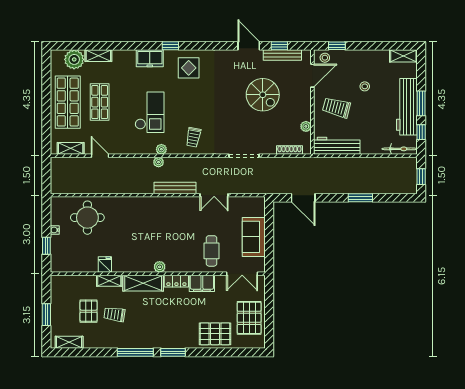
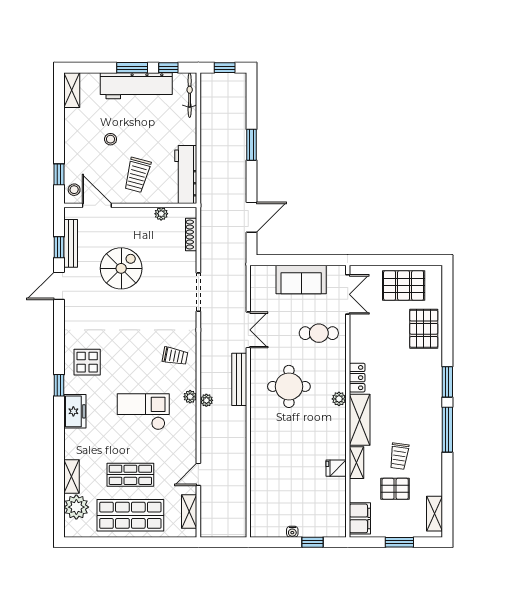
round table: (87, 218) -> (289, 386), moved
filing cabinet: (202, 283) -> (360, 518), moved

